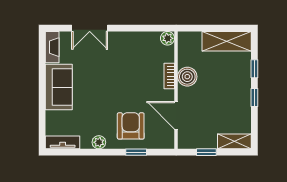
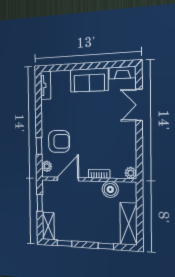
boiler: (187, 77) -> (110, 189), moved
window: (254, 97) -> (65, 243), moved
plant: (99, 142) -> (47, 166), moved

